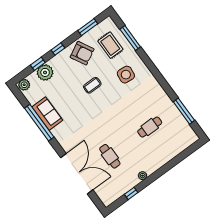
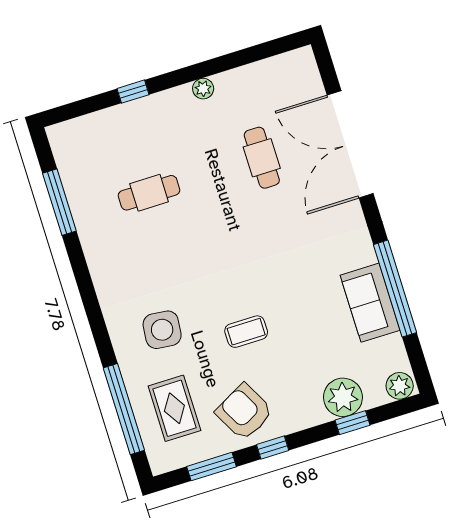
window: (130, 38) -> (124, 409), width x1.46
window: (58, 49) -> (273, 447), moved
window: (131, 193) -> (133, 92), moved

